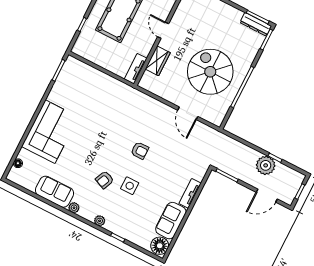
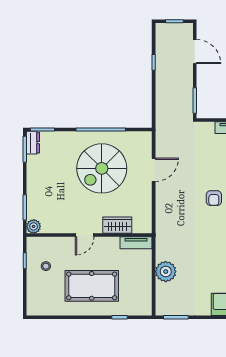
dresser: (256, 24) -> (33, 143), width x0.70
armchair: (140, 150) -> (214, 198), turned 180
plant: (266, 165) -> (166, 272), moved

